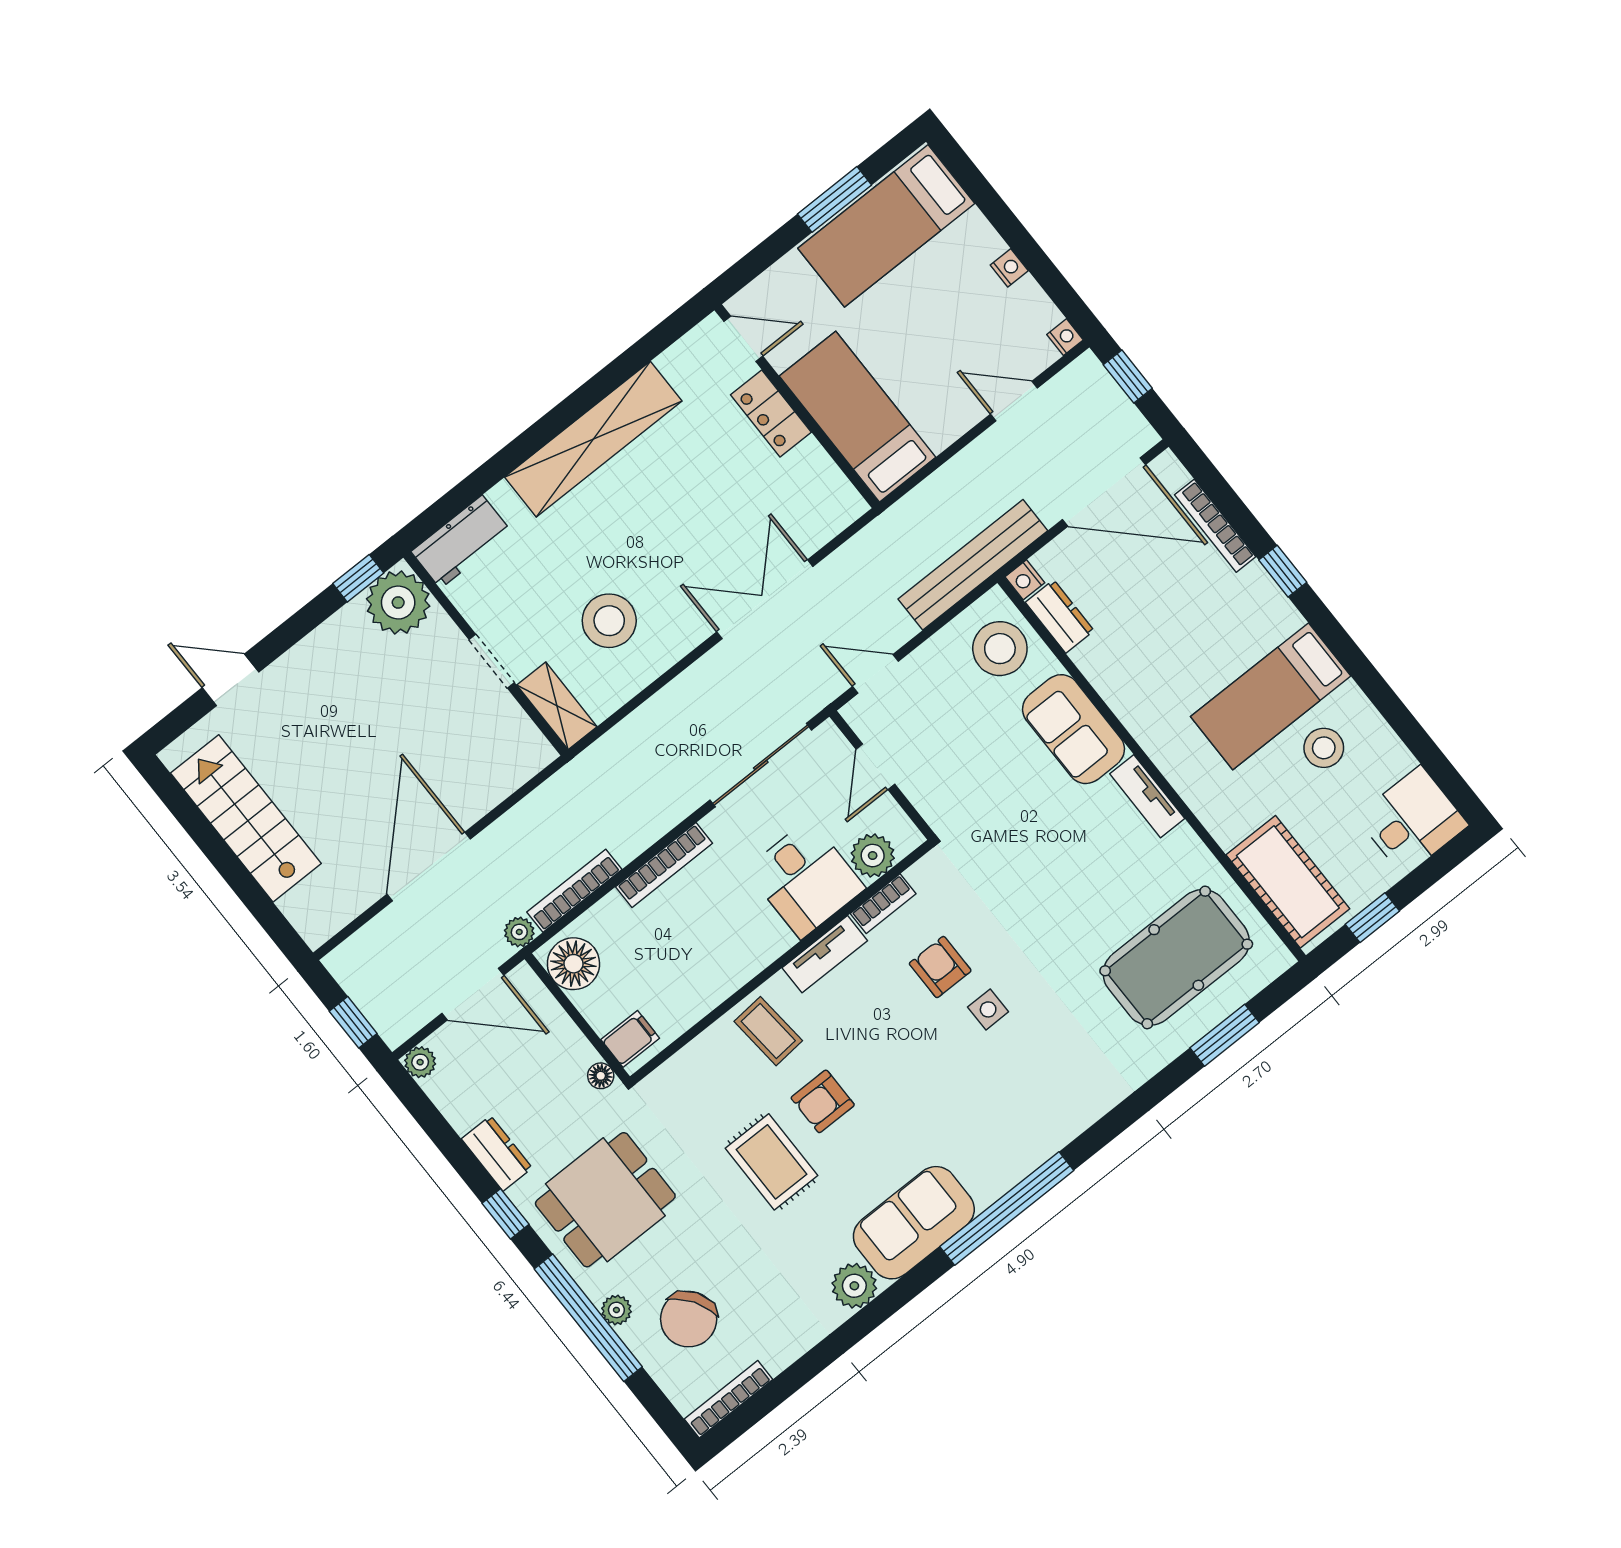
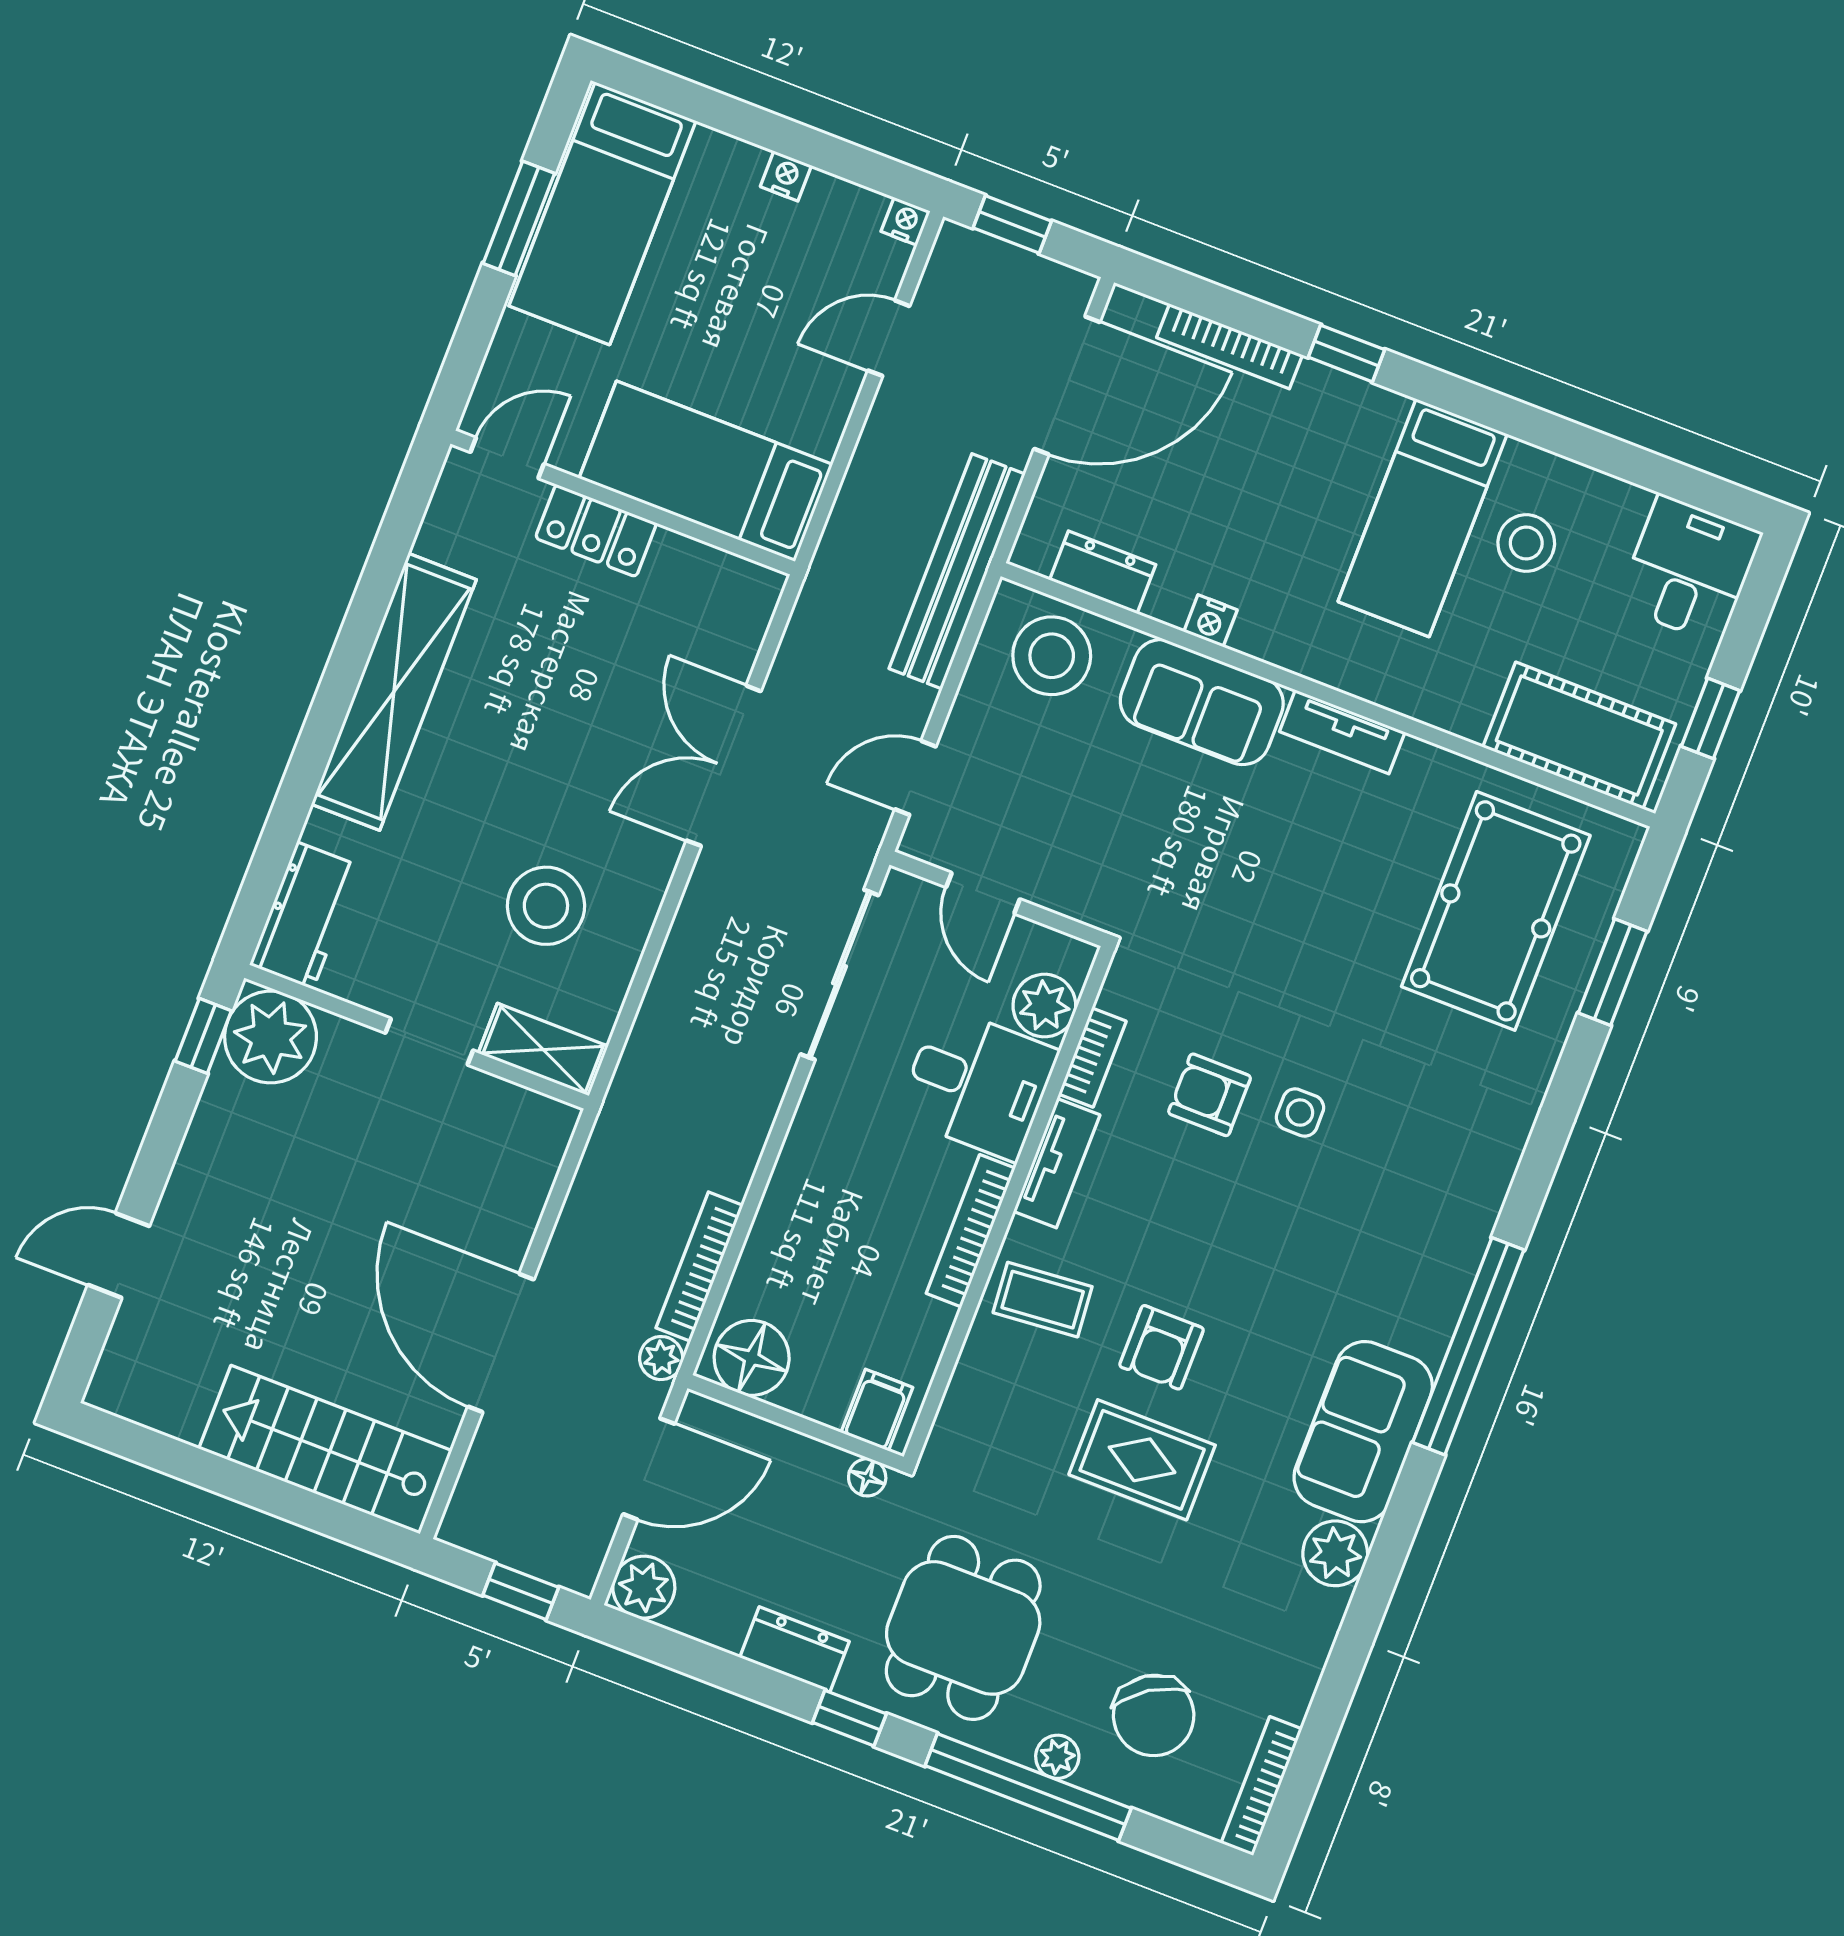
nightstand: (1025, 580) -> (1210, 621), moved
stairs: (246, 818) -> (325, 1450), moved
bookcase: (664, 865) -> (971, 1231), moved, turned 180
plant: (420, 1062) -> (644, 1587), width x1.38, depth x1.38

